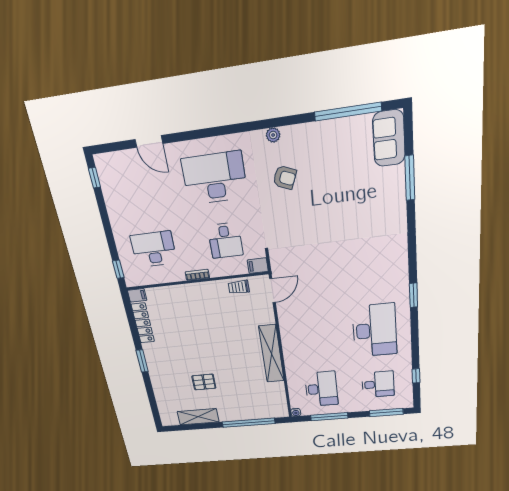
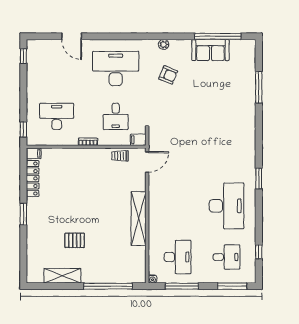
sofa: (389, 138) -> (210, 50), moved, turned -90

